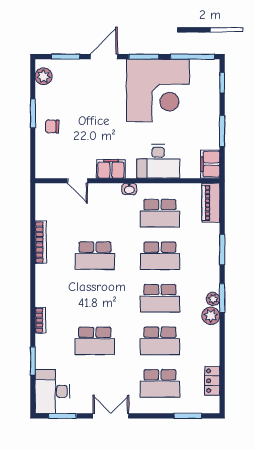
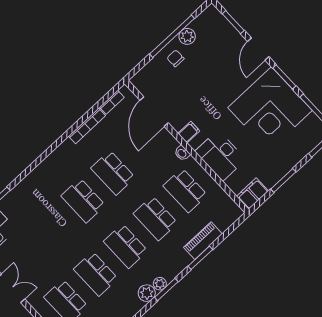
door: (104, 57) -> (258, 49), swing flipped
plant: (44, 76) -> (187, 36), moved
window: (33, 113) -> (172, 36), width x2.11
filing cabinet: (111, 169) -> (189, 132), width x0.50
door: (78, 181) -> (154, 112), width x1.87
piano: (211, 203) -> (203, 241), moved
bookcase: (40, 320) -> (112, 102), moved
school desk: (95, 341) -> (83, 201), moved

